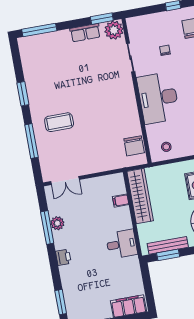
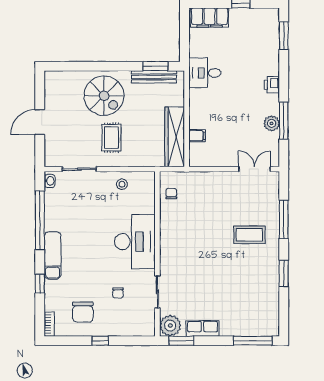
chair: (134, 146) -> (171, 194), width x0.54, depth x0.54
stool: (166, 147) -> (122, 184), moved
desk: (122, 244) -> (205, 73), moved

